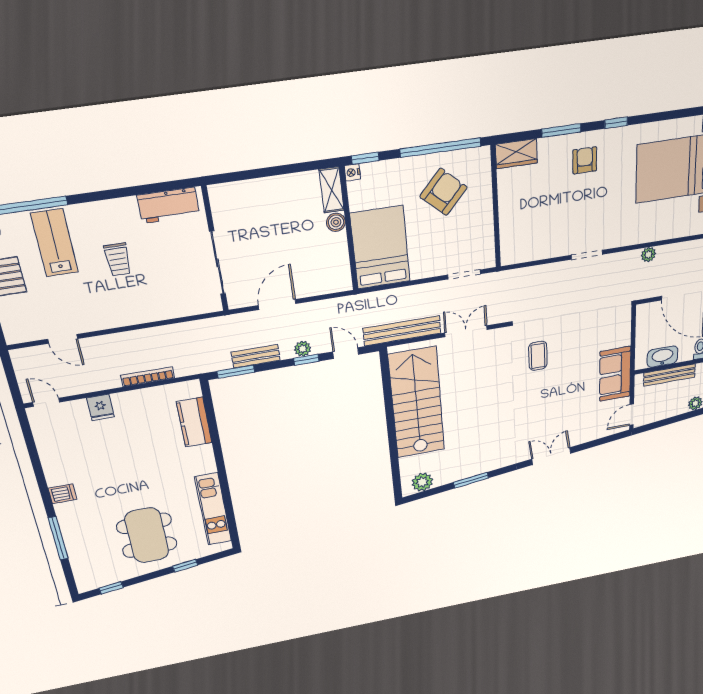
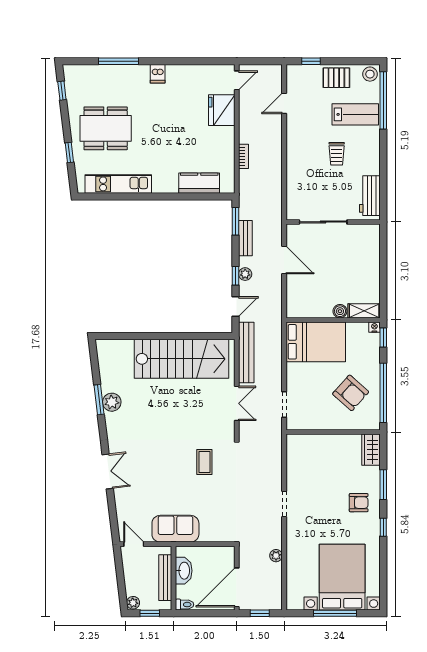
trolley: (118, 260) -> (337, 154), turned -90
coffee table: (538, 356) -> (204, 462), turned 90
bookcase: (148, 377) -> (244, 156), width x0.64
fridge: (101, 407) -> (222, 110), width x1.88, depth x1.34
plant: (422, 482) -> (112, 402), moved

